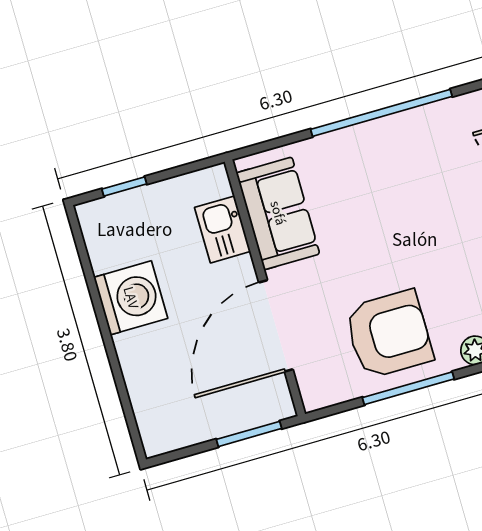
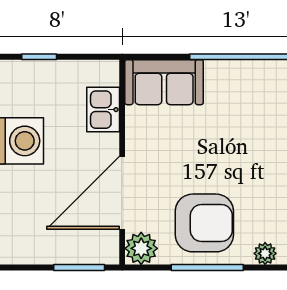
sofa: (278, 213) -> (164, 82), moved, turned 90
plant: (319, 388) -> (141, 248), added

